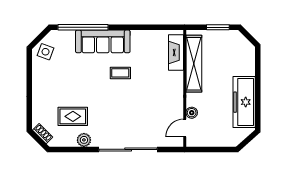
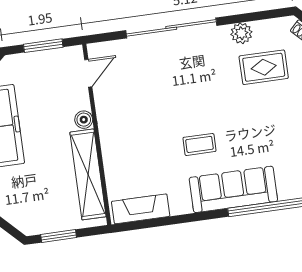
fireplace: (176, 52) -> (141, 209), moved, turned -90
boiler: (192, 113) -> (84, 120), moved
window: (211, 149) -> (43, 46), added

